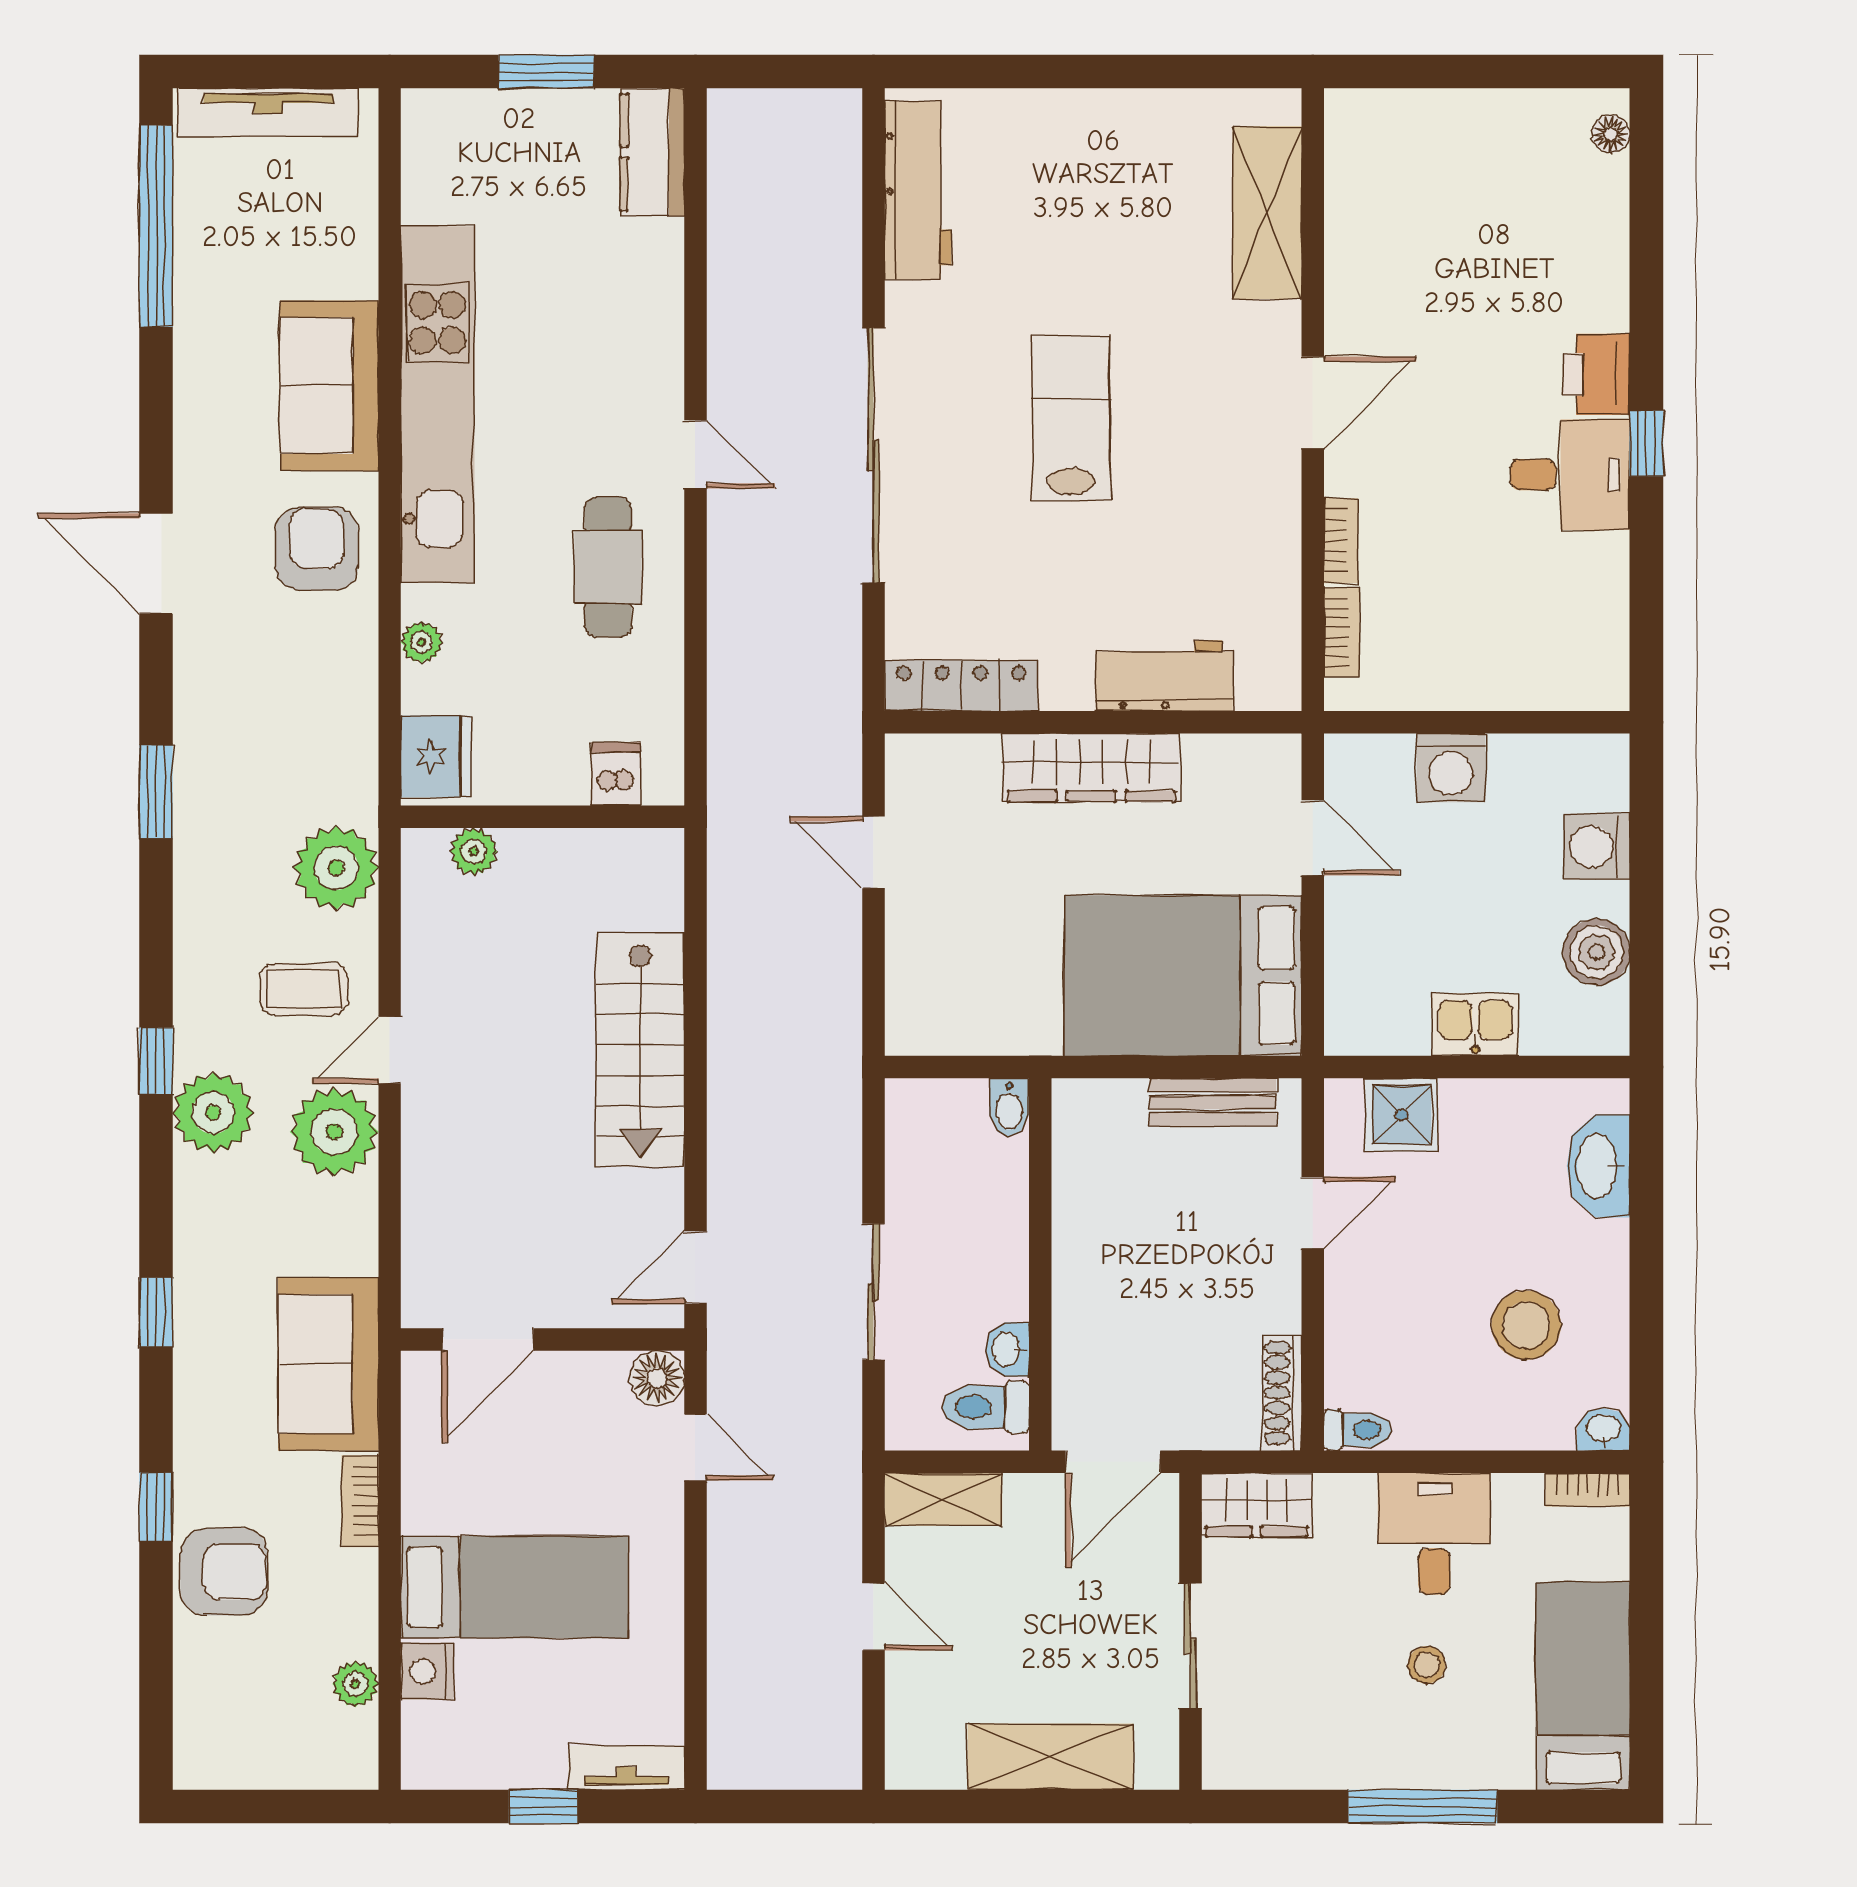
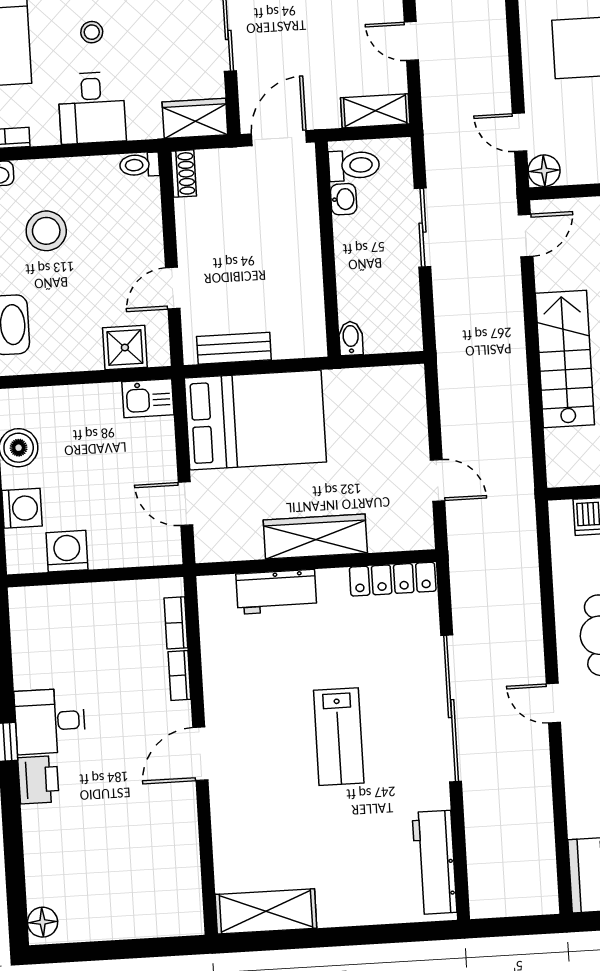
floor lamp: (1611, 134) -> (43, 922), width x1.37, depth x1.37
shelving: (1267, 212) -> (266, 911), moved, turned 90
washing machine: (1451, 768) -> (67, 551), moved
kitchen sink: (1475, 1024) -> (148, 398), moved
shoe rack: (1282, 1393) -> (184, 174), width x0.70

